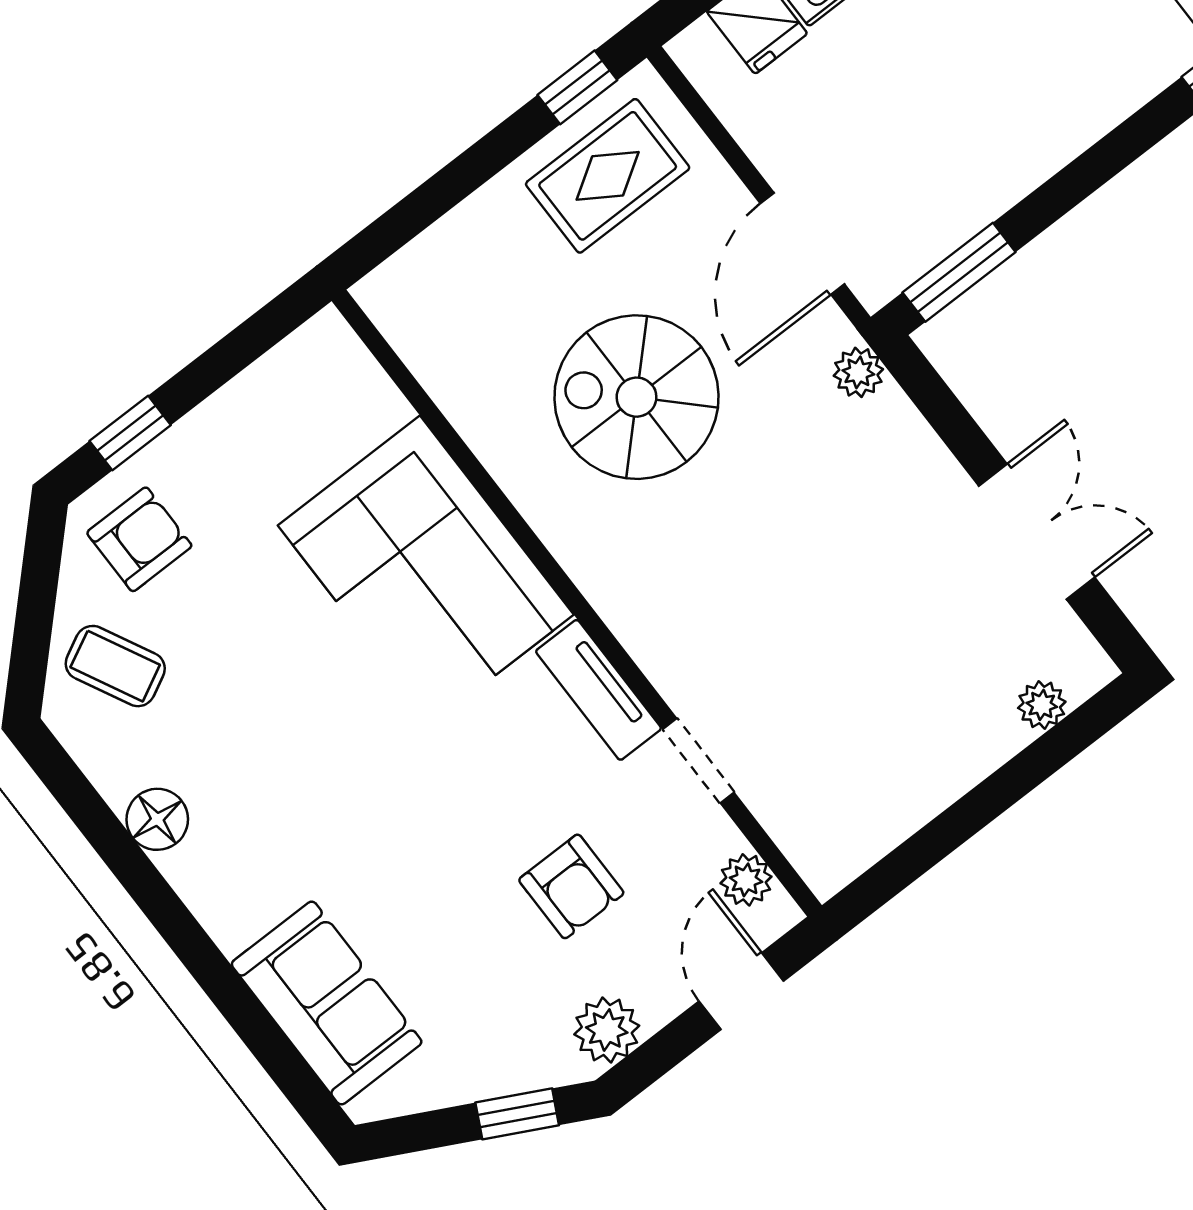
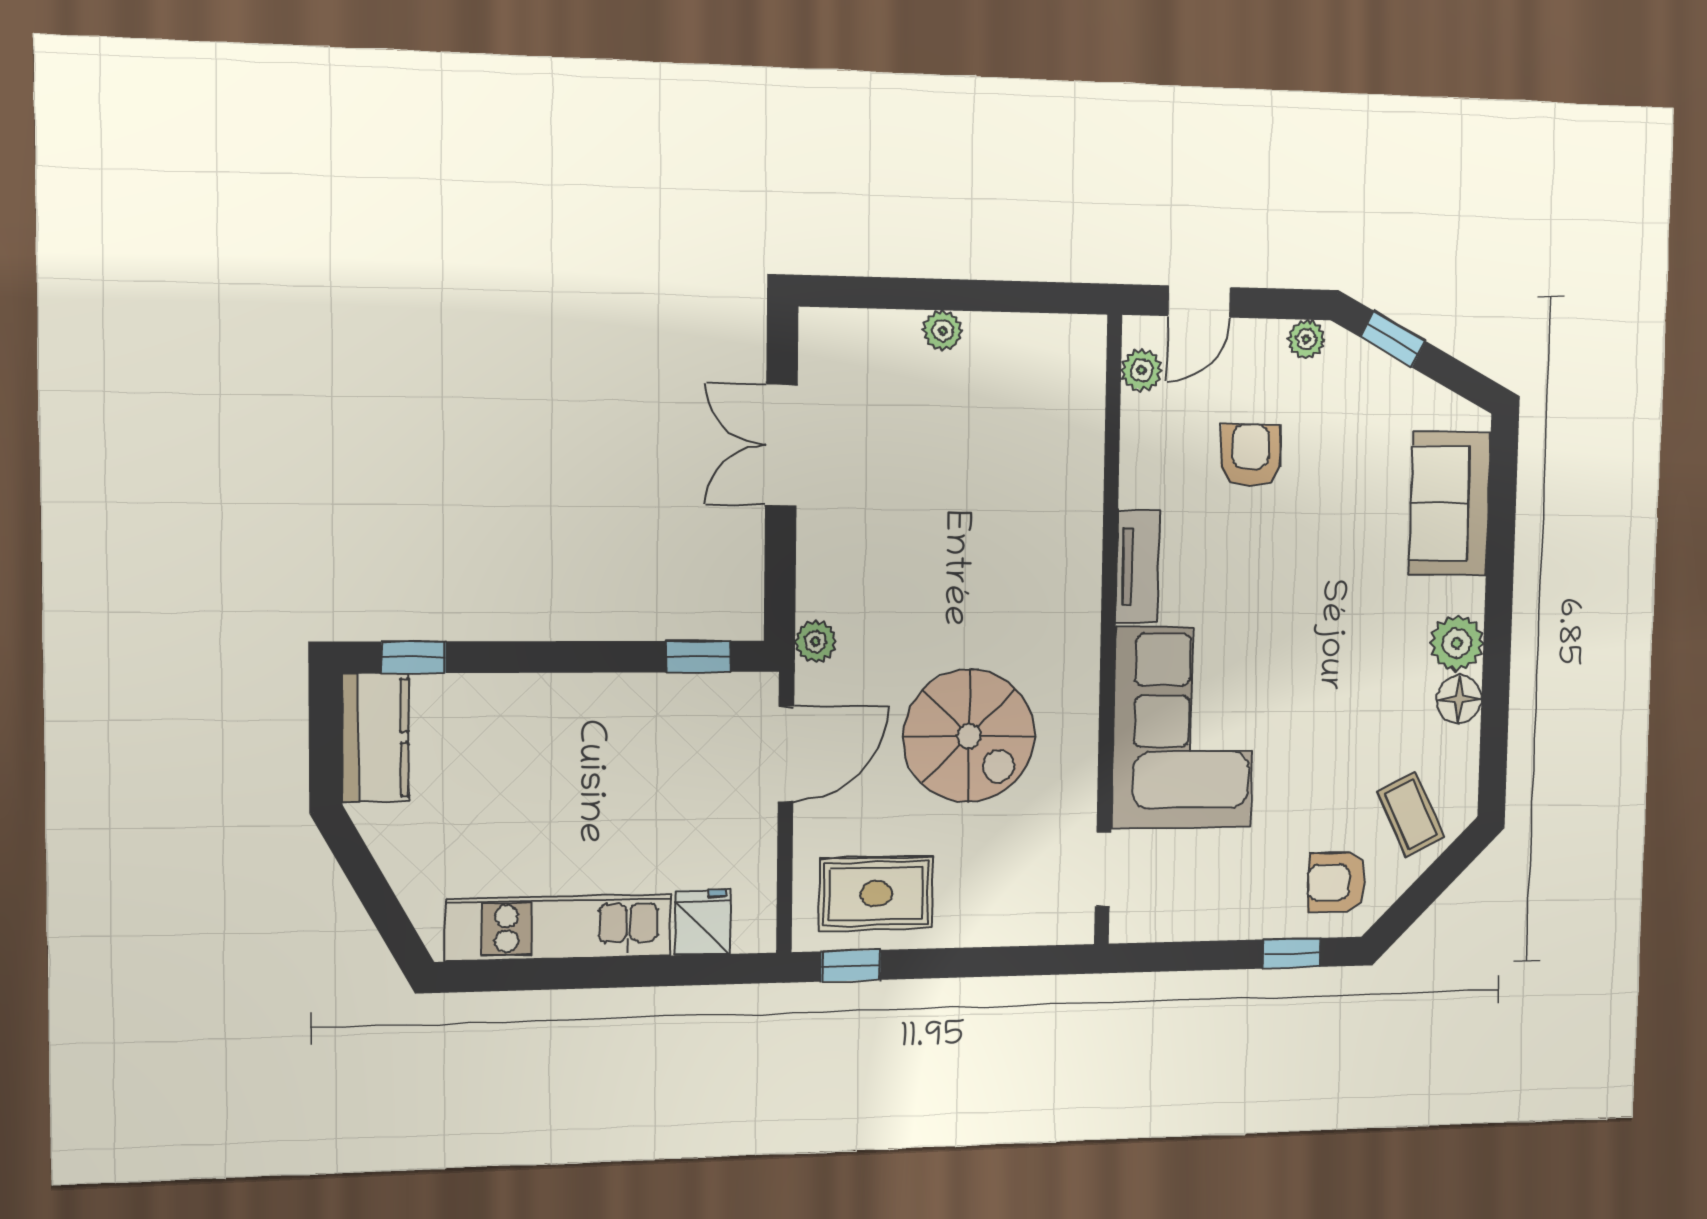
window: (959, 272) -> (698, 657), width x0.67
plant: (1042, 705) -> (943, 330), moved
doorway: (699, 761) -> (1103, 869), moved
plant: (205, 873) -> (1457, 643), added
plant: (607, 1030) -> (1306, 339), width x0.73, depth x0.73

